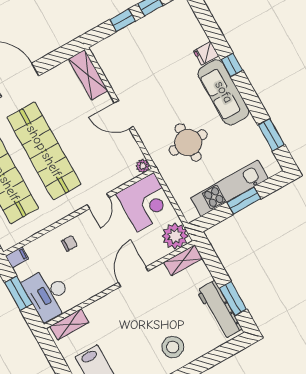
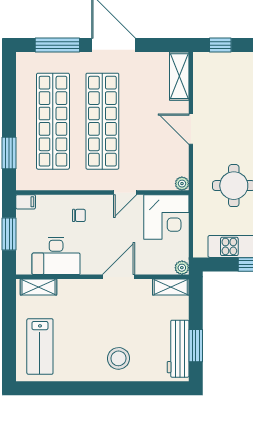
window: (123, 20) -> (220, 45), moved
plant: (175, 236) -> (182, 268), width x0.53, depth x0.53
desk: (48, 294) -> (56, 256), moved, turned -90

